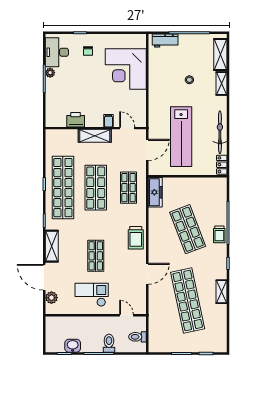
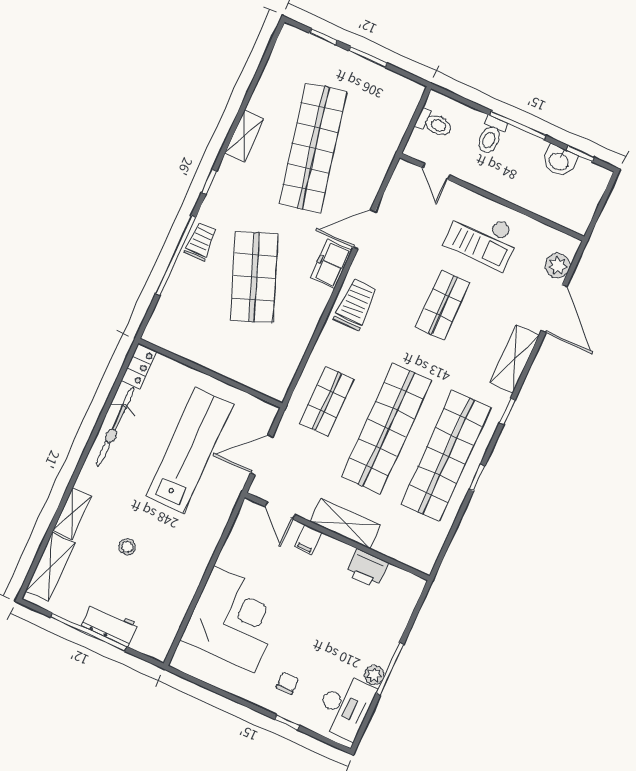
workbench: (165, 41) -> (110, 625), moved
shop shelf: (96, 188) -> (386, 429), width x1.40
freezer: (155, 192) -> (331, 264), moved, width x0.71

